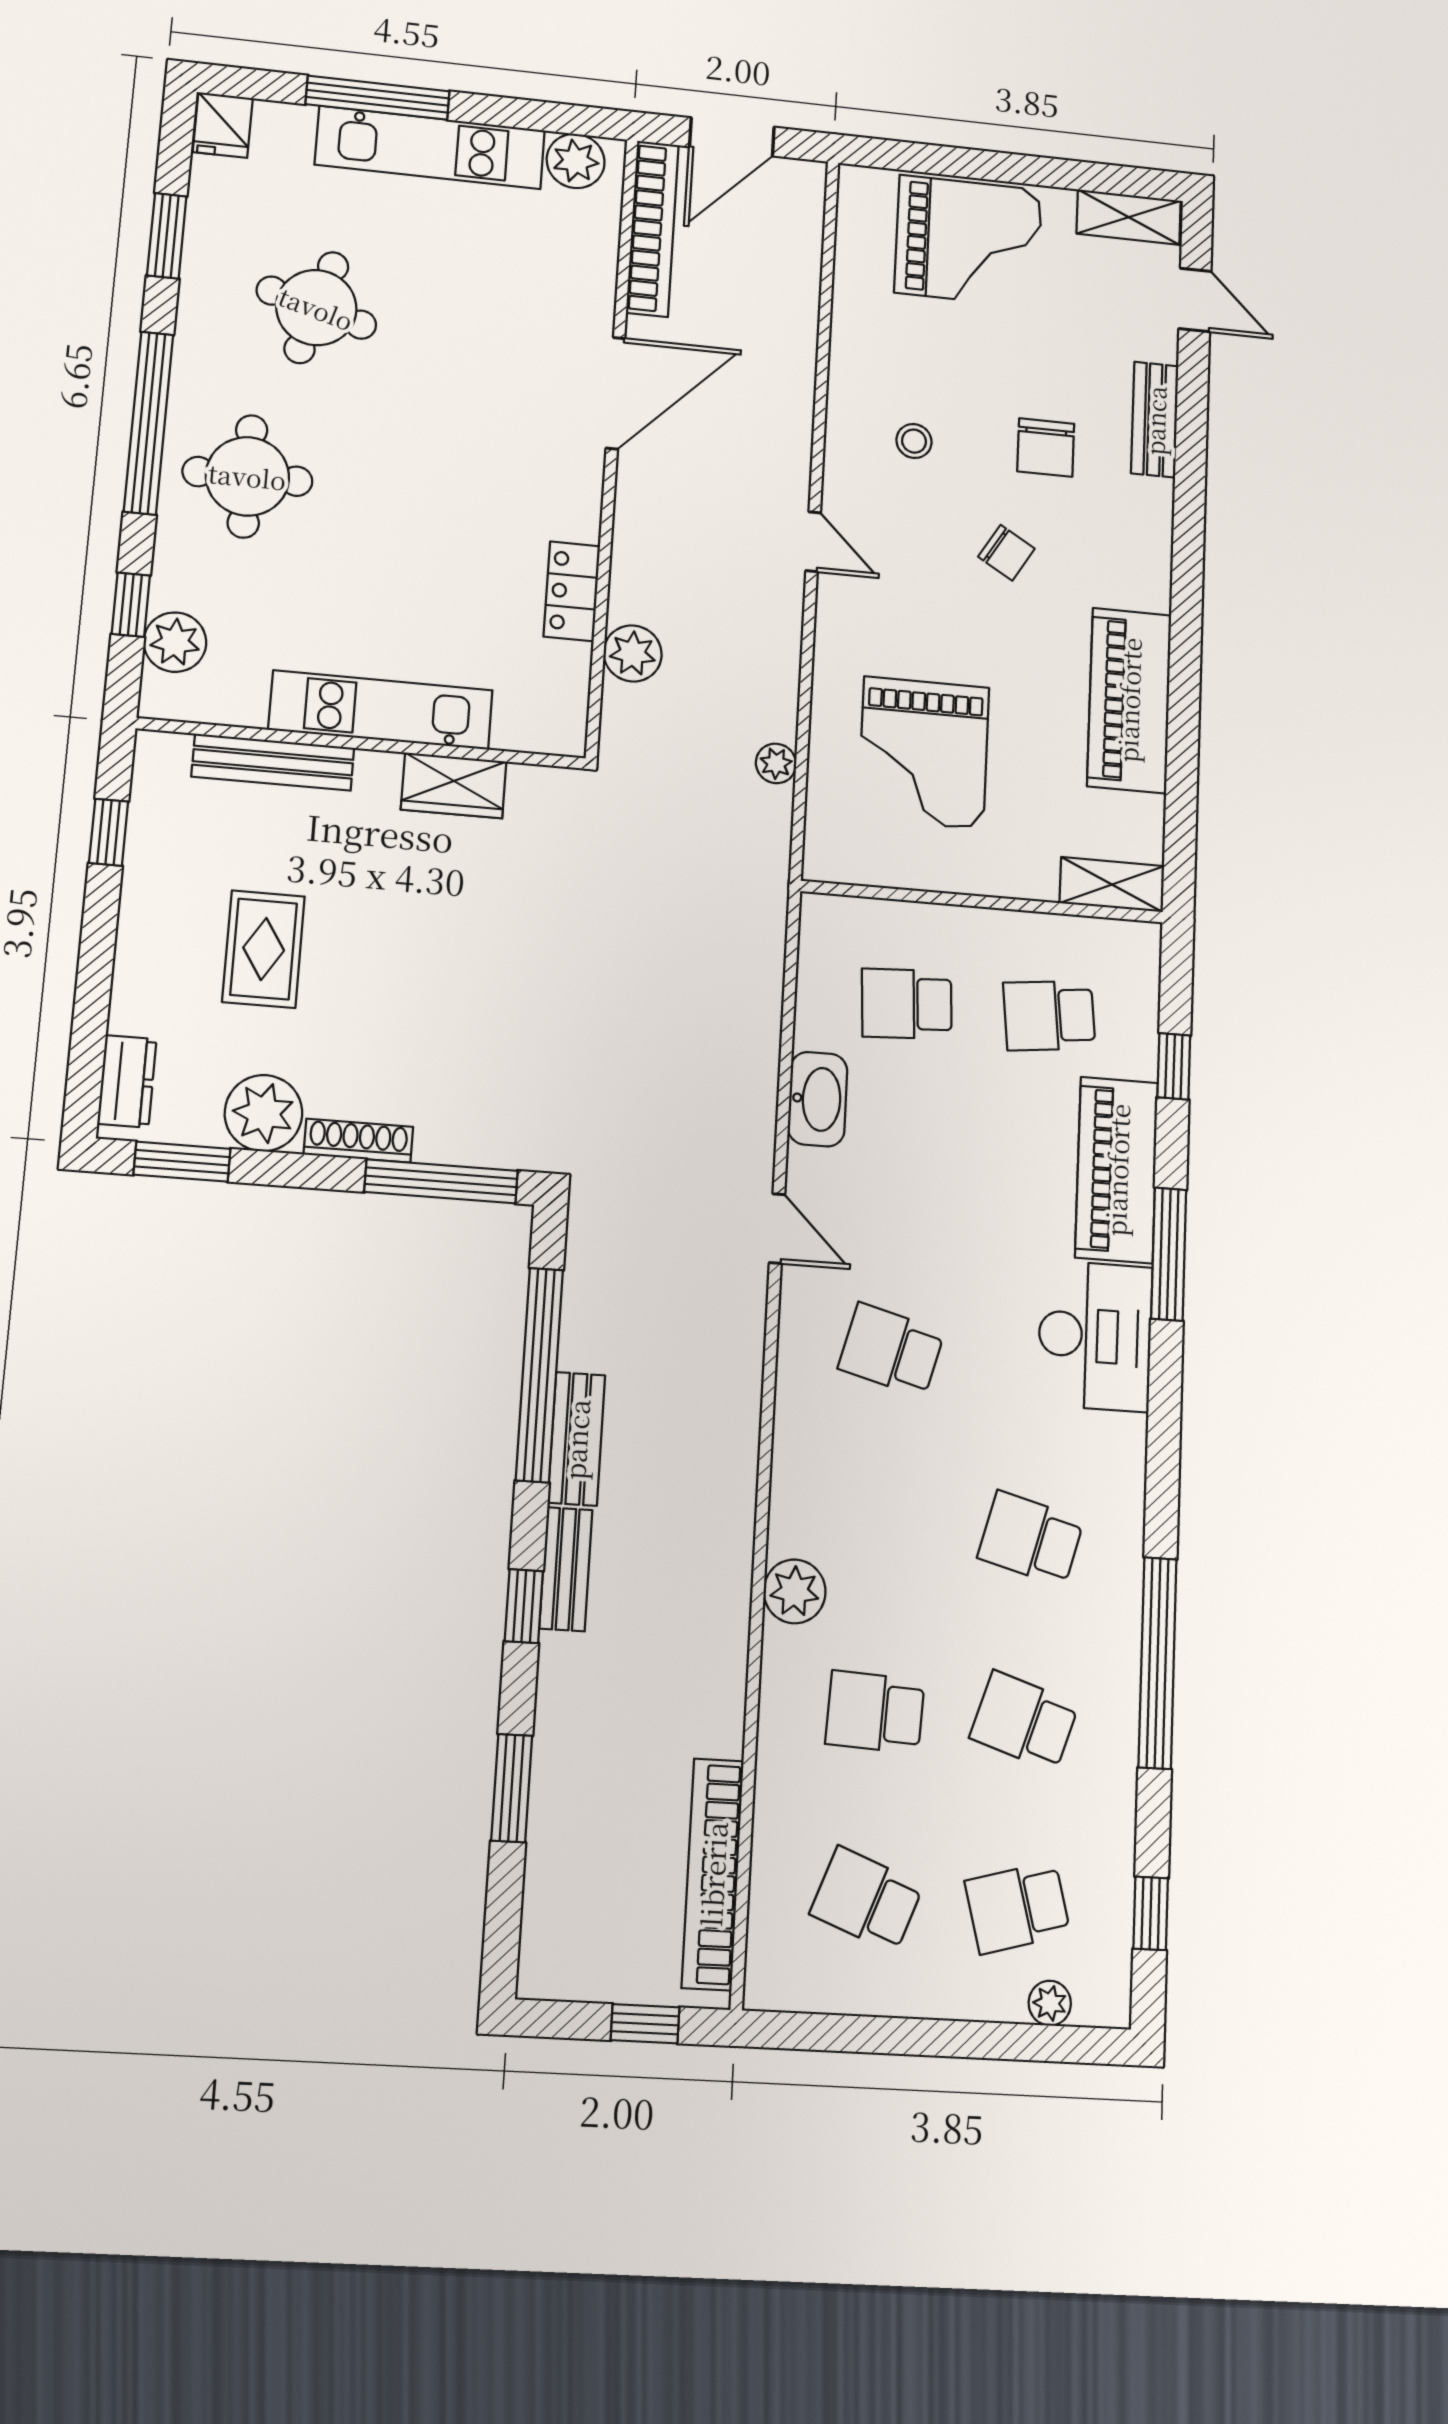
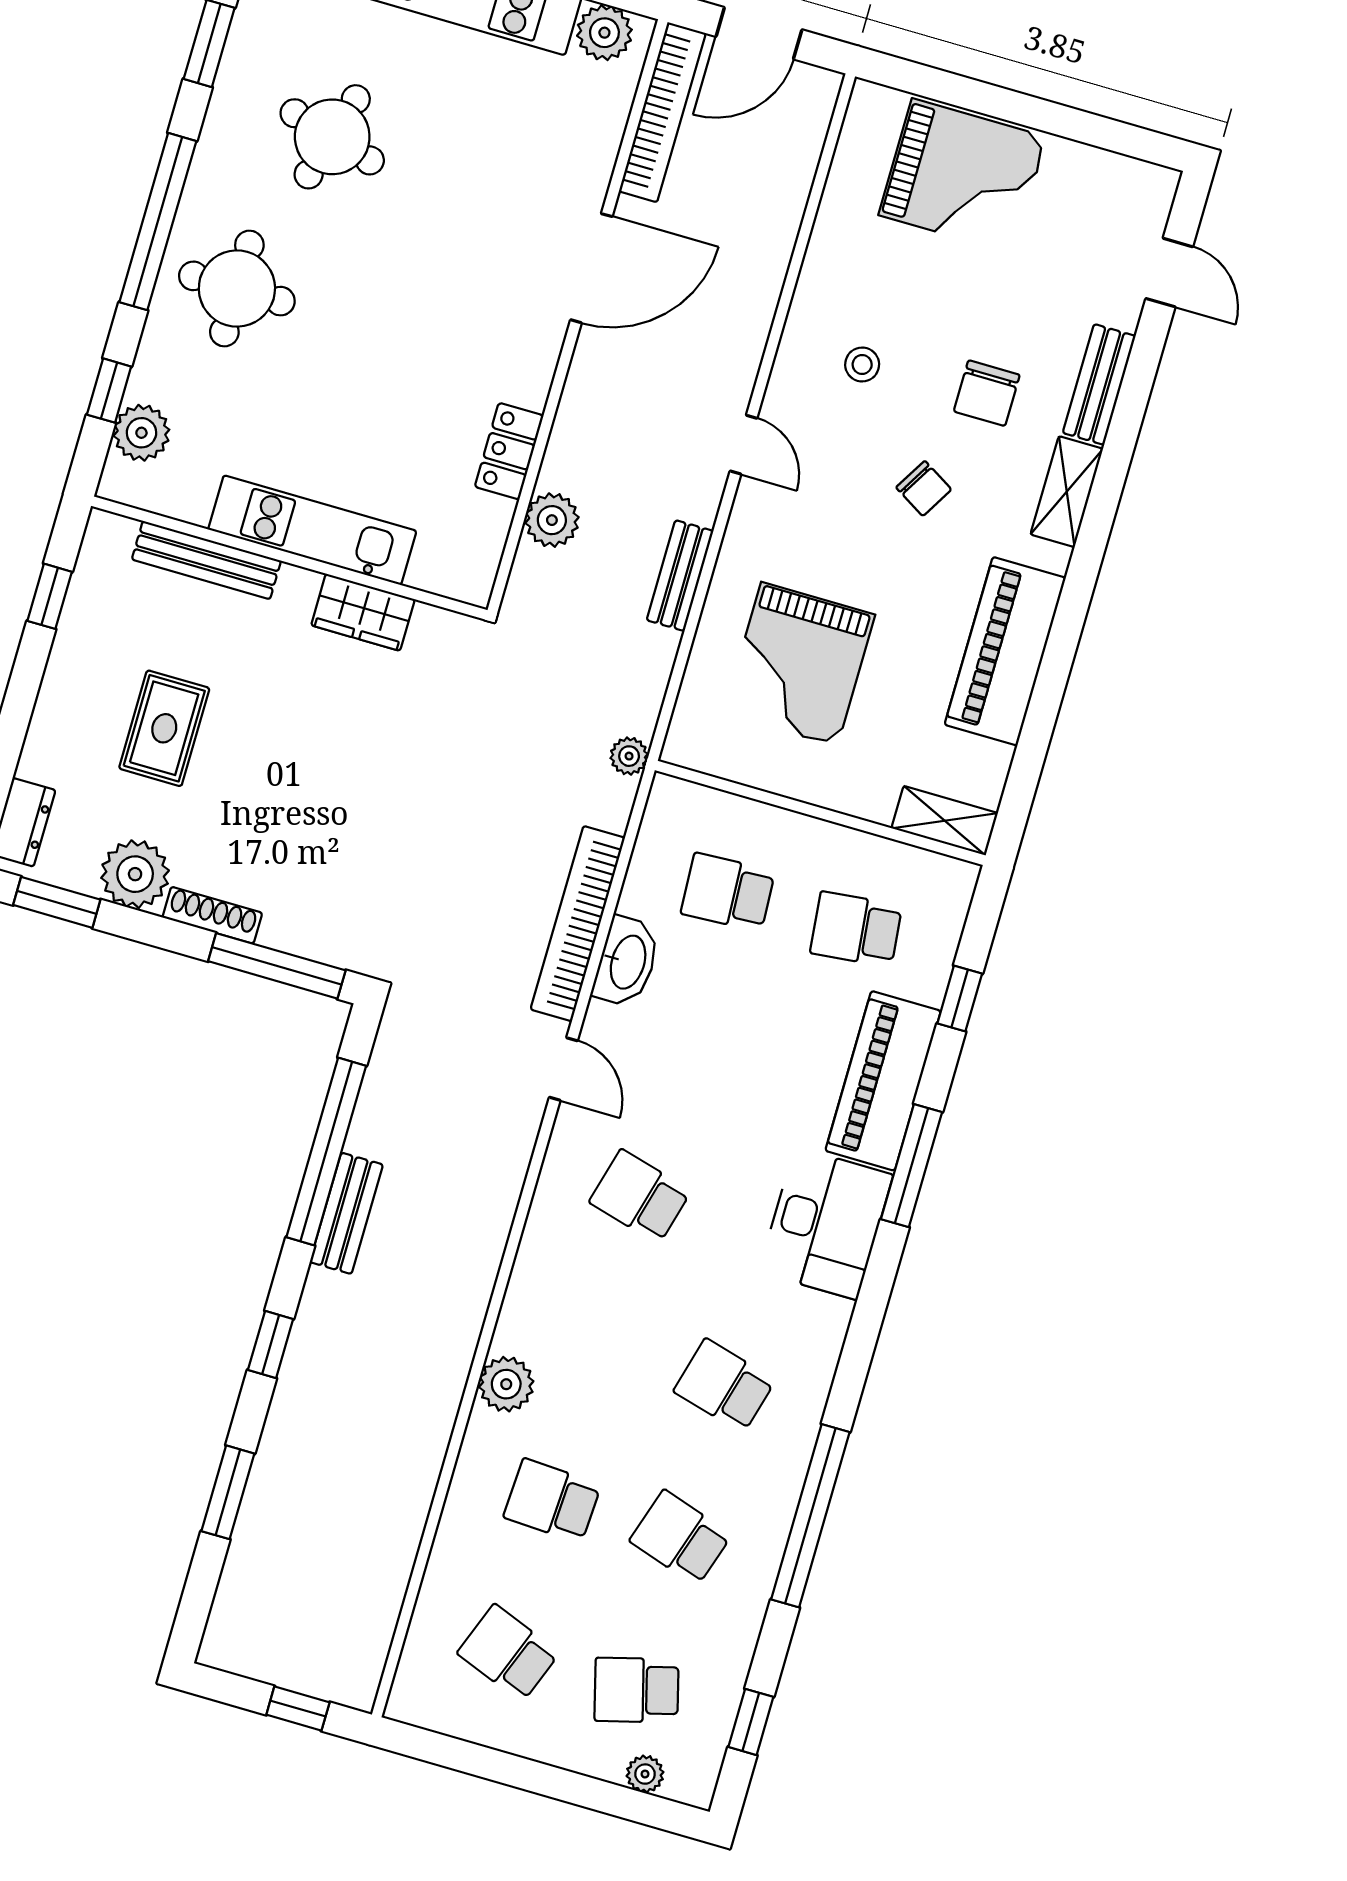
shelving: (1129, 217) -> (1067, 492), moved, turned 90
plant: (776, 763) -> (629, 756), moved
bench: (566, 1569) -> (680, 576), moved
bookcase: (713, 1874) -> (578, 924), moved

